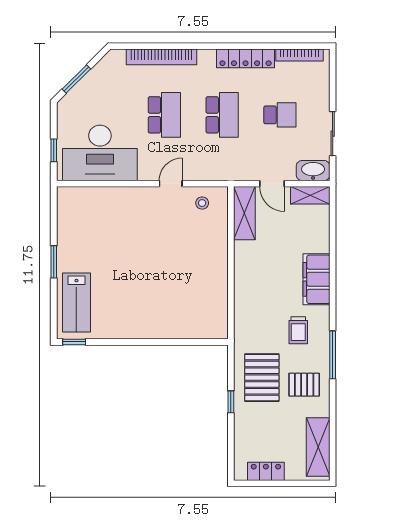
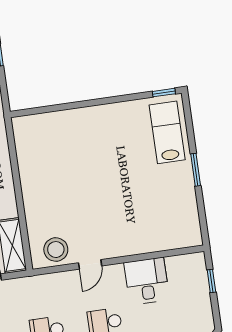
desk: (100, 153) -> (147, 281), width x0.53, depth x0.77
stool: (202, 203) -> (56, 250), width x1.89, depth x1.89

